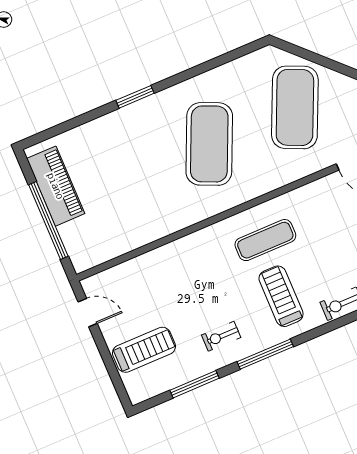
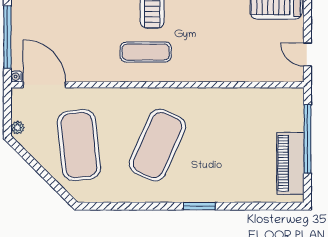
exercise mat: (295, 107) -> (79, 145), turned -30

